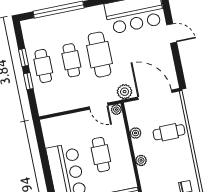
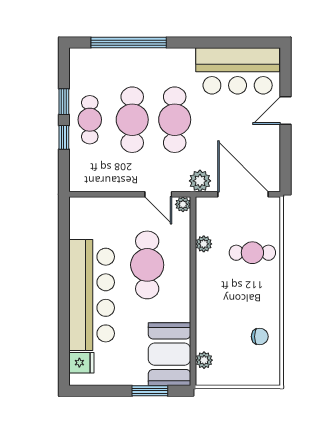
door: (172, 33) -> (285, 110), swing flipped
cafe table: (71, 60) -> (132, 120), width x1.37, depth x1.35
cafe table: (101, 155) -> (147, 265), width x1.37, depth x1.35
plant: (141, 160) -> (204, 285), removed

